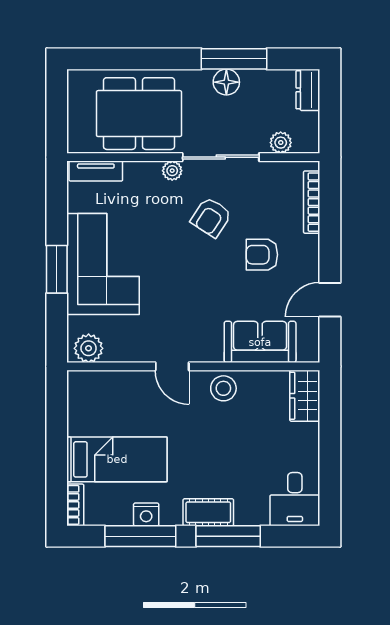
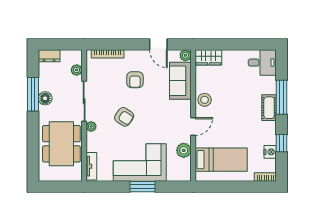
armchair: (211, 217) -> (124, 117), moved
plant: (89, 348) -> (184, 150), moved
plant: (309, 352) -> (185, 55), added
bed: (117, 459) -> (221, 160), moved, turned 90
nightstand: (146, 514) -> (270, 152), moved
window: (140, 536) -> (281, 143), width x0.46

